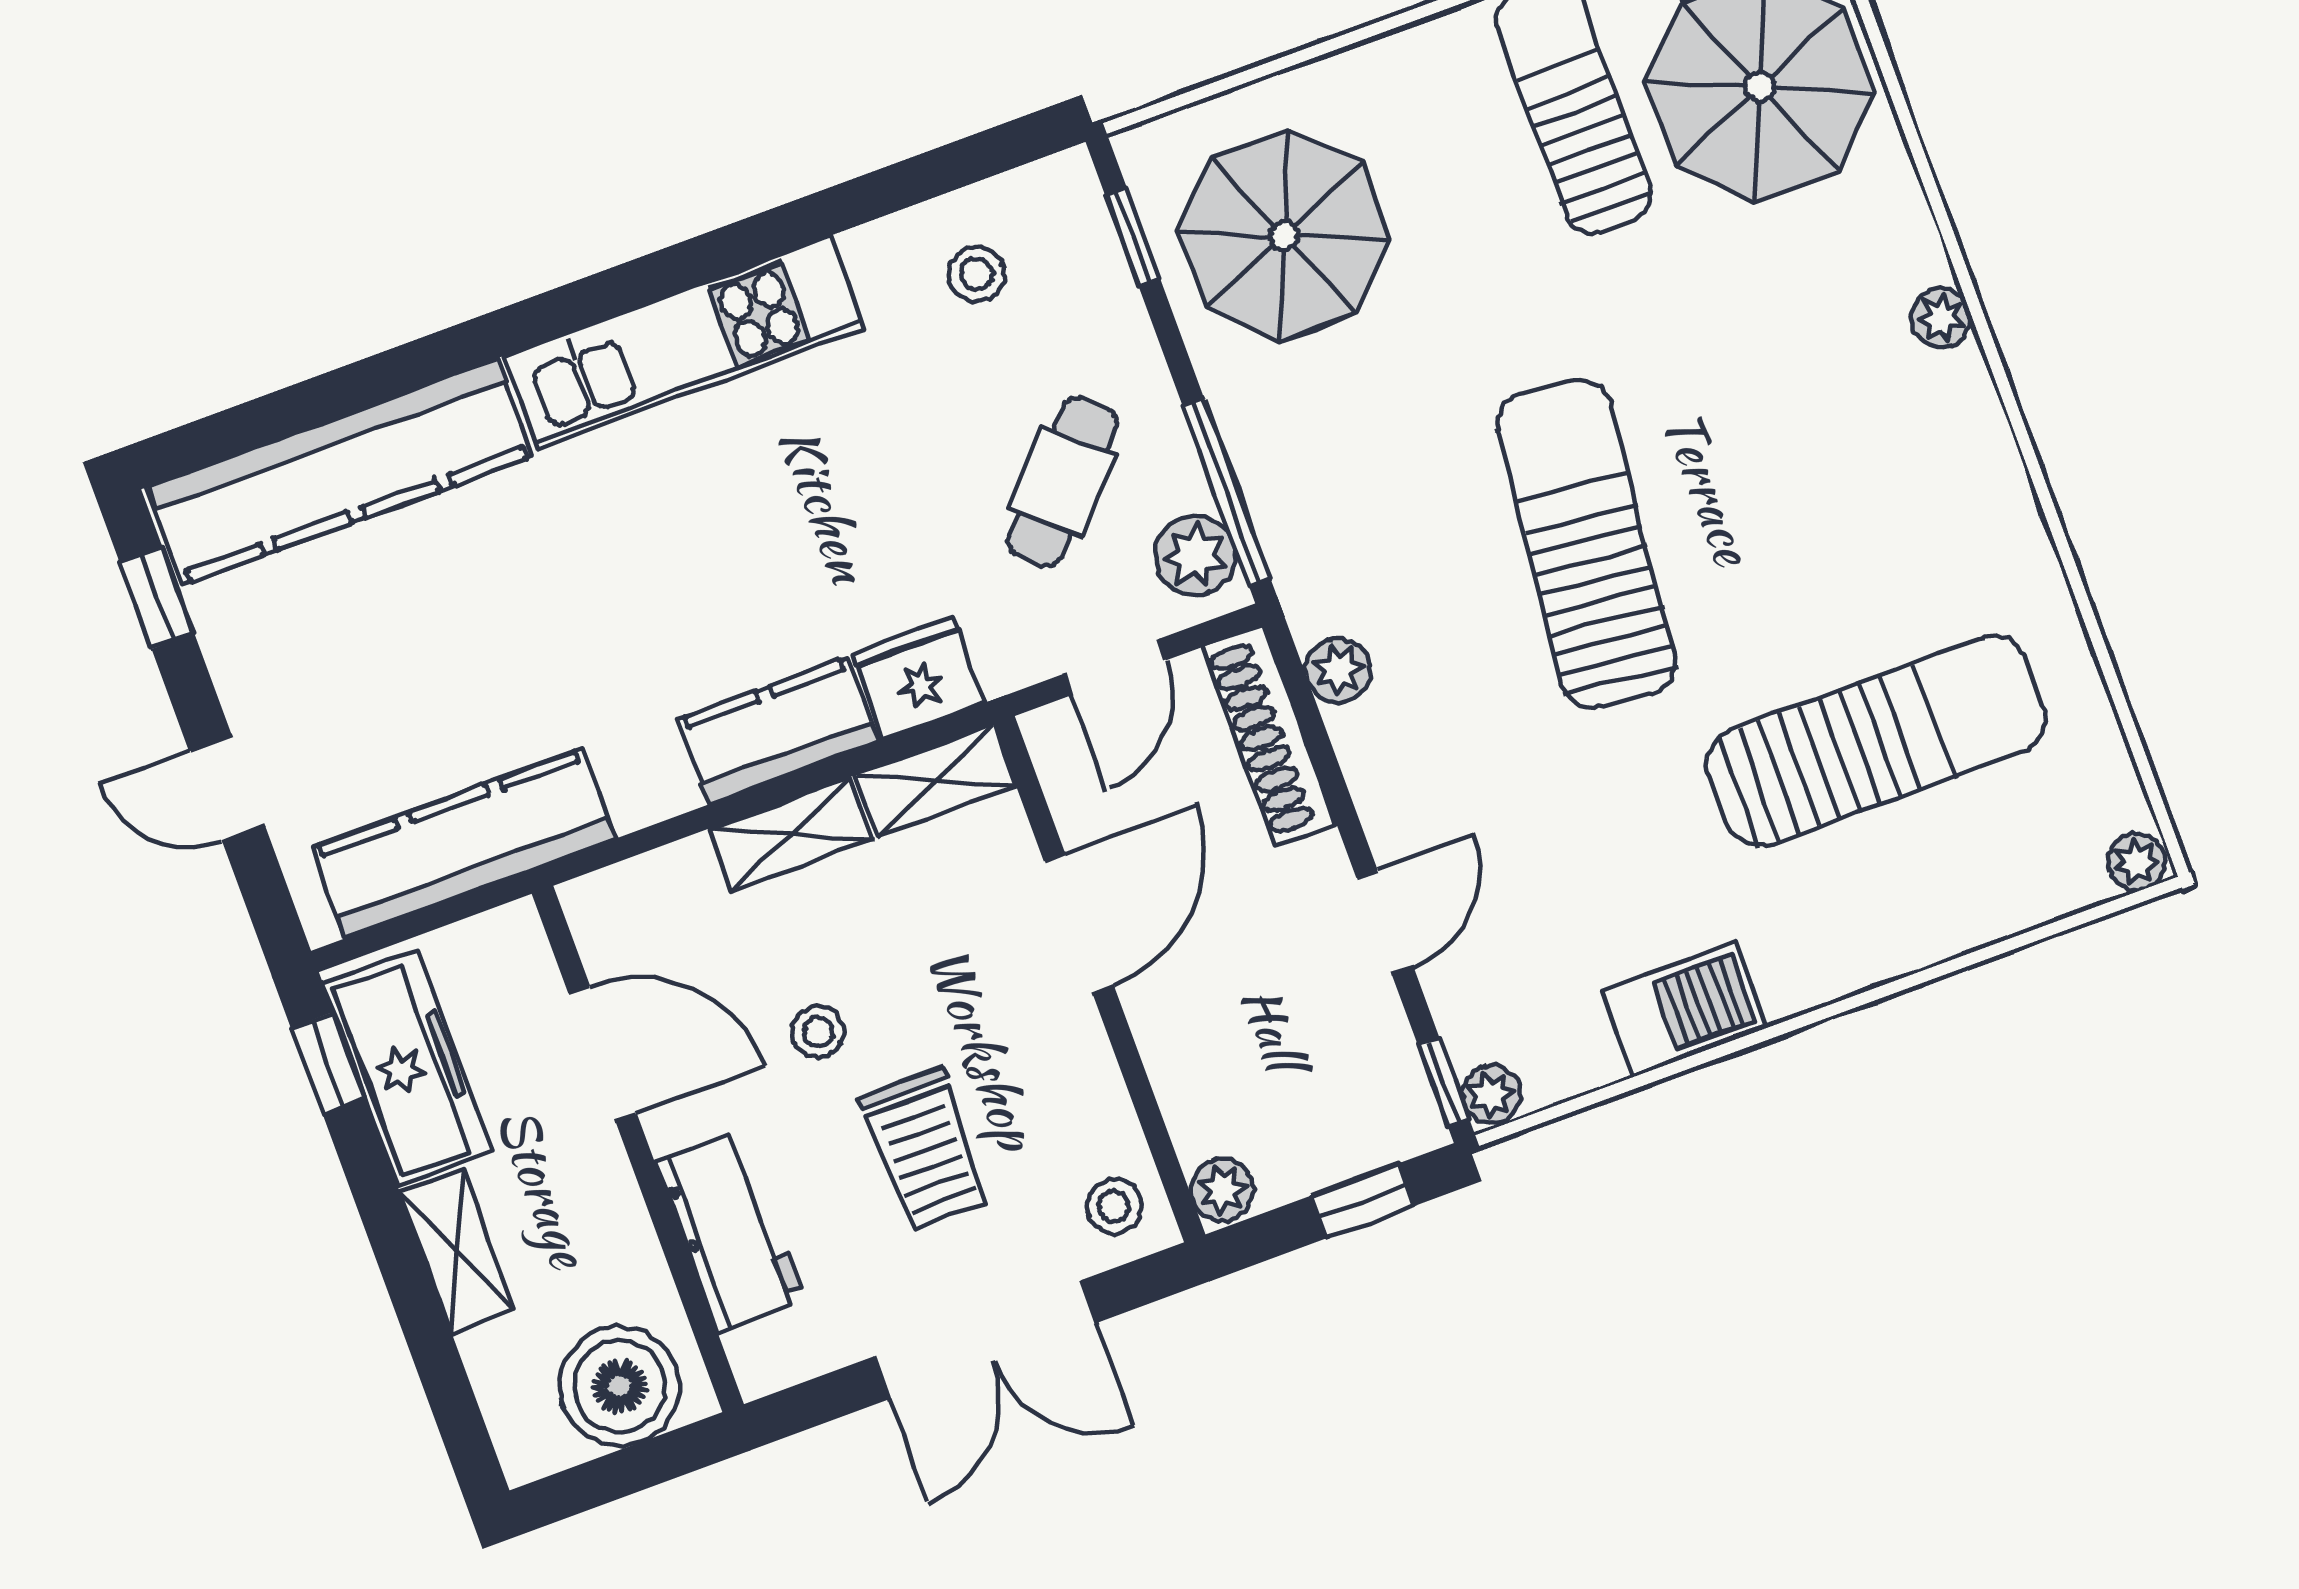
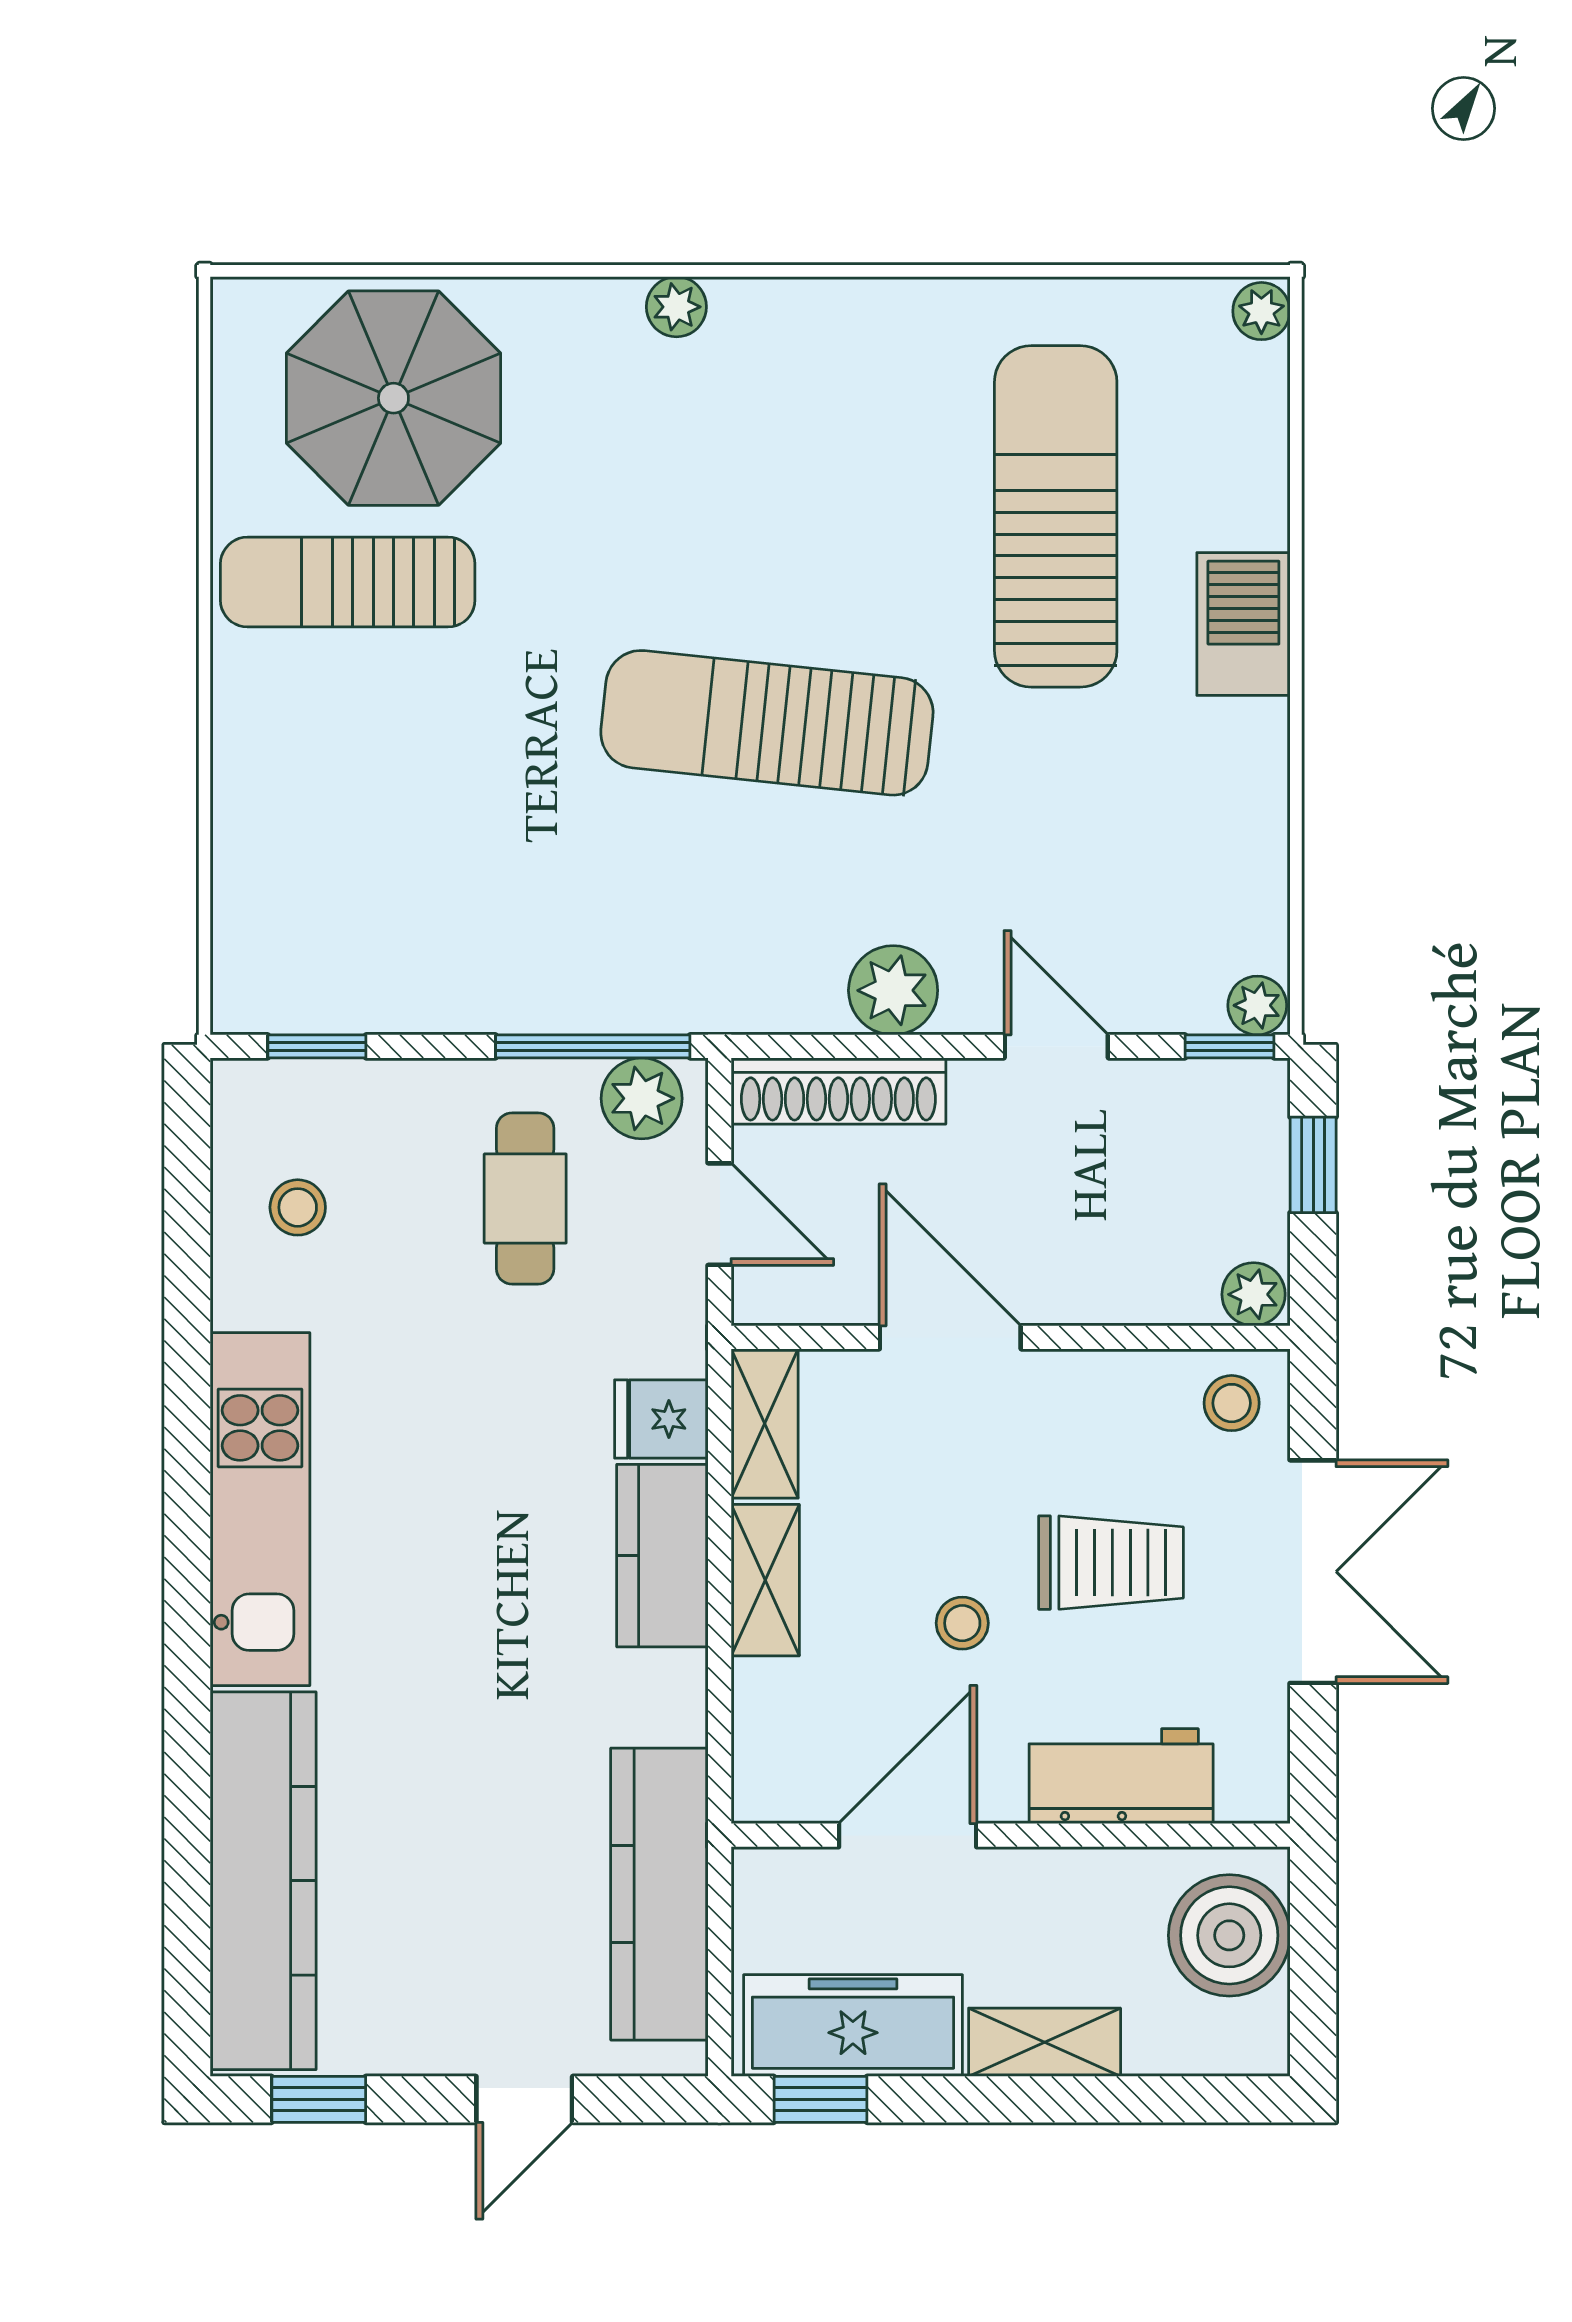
parasol: (1284, 236) -> (369, 902), removed
cafe table: (1063, 482) -> (525, 1199), turned 47
plant: (1338, 670) -> (893, 990), moved, width x1.38, depth x1.38
fridge: (919, 678) -> (661, 1419), width x0.72
barbecue: (1684, 1009) -> (1243, 624), moved

